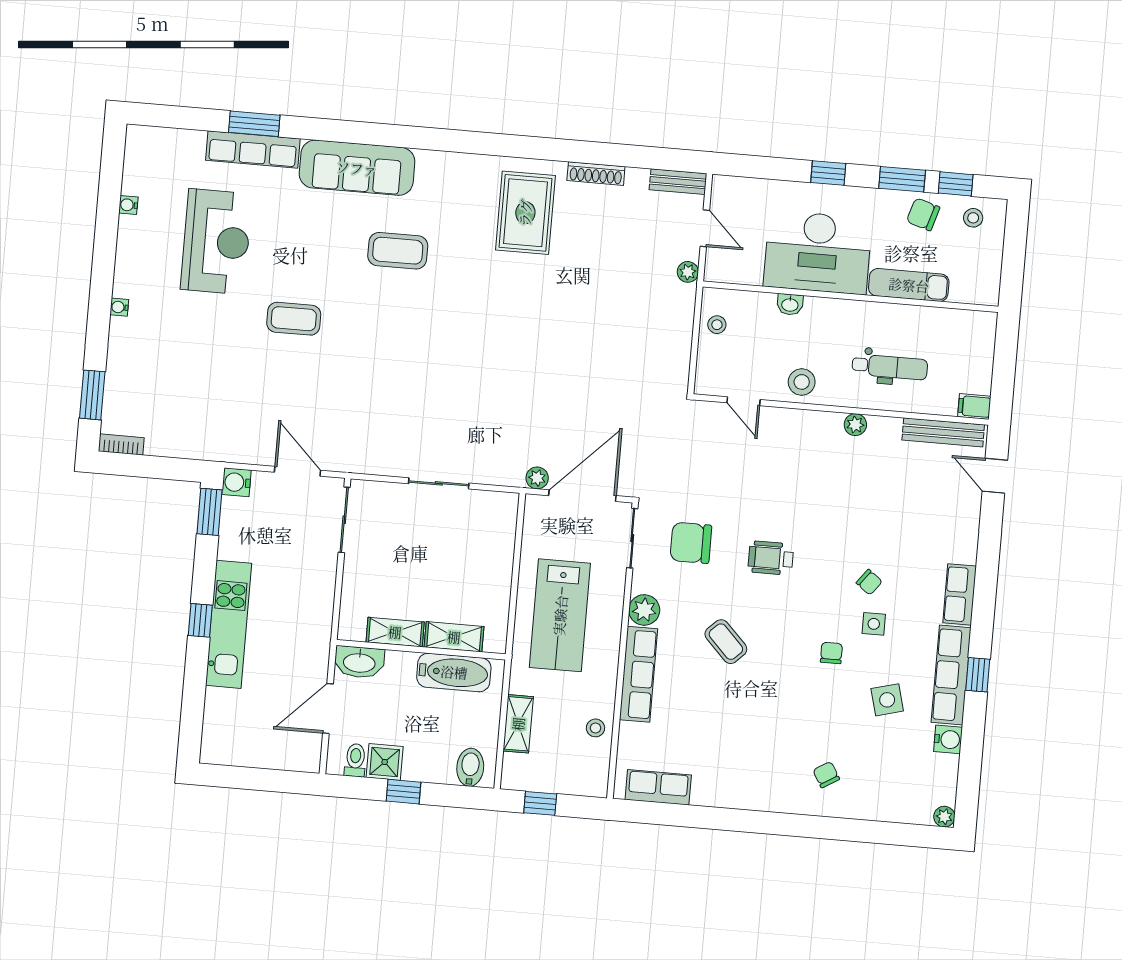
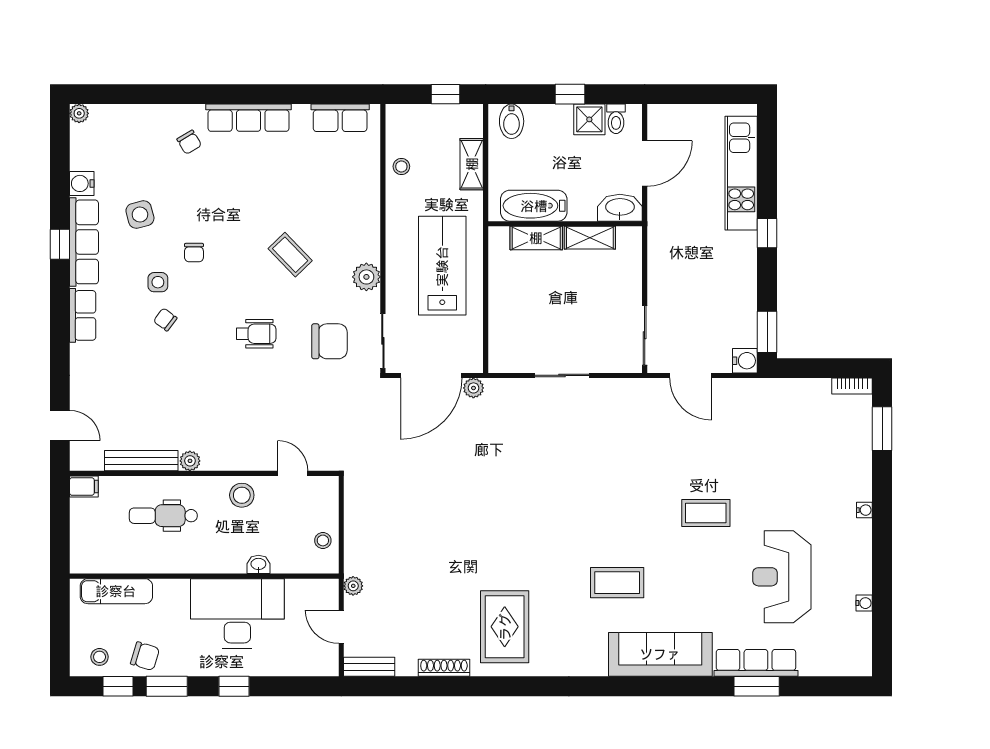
exam couch: (909, 285) -> (116, 591), moved
bench: (943, 432) -> (141, 461), moved
kitchen unit: (228, 624) -> (741, 173), moved
row of seats: (639, 674) -> (249, 118), moved, turned -90

